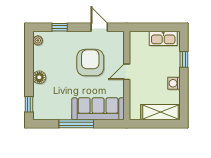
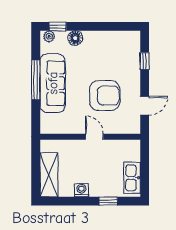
plant: (38, 40) -> (49, 36), moved
floor lamp: (39, 77) -> (75, 38), moved
sofa: (98, 109) -> (53, 83), moved

